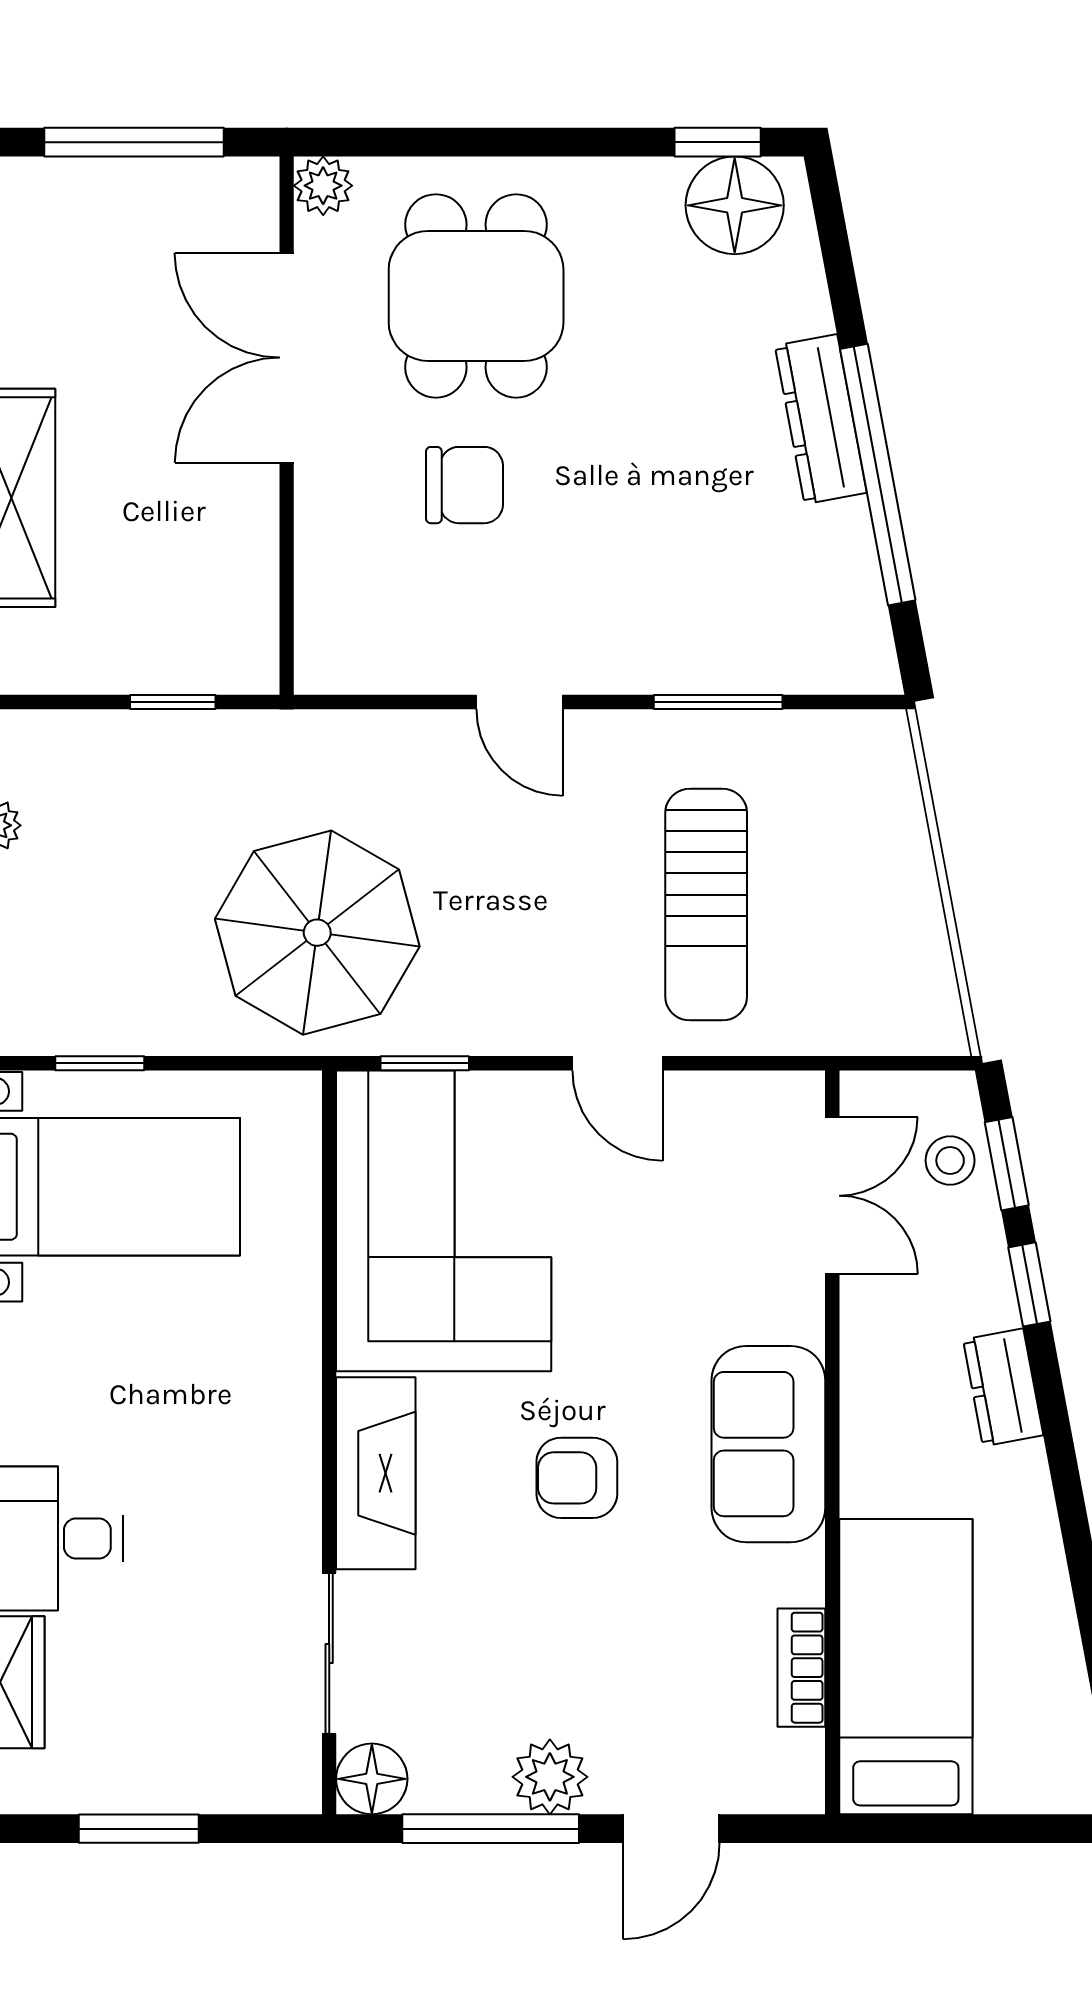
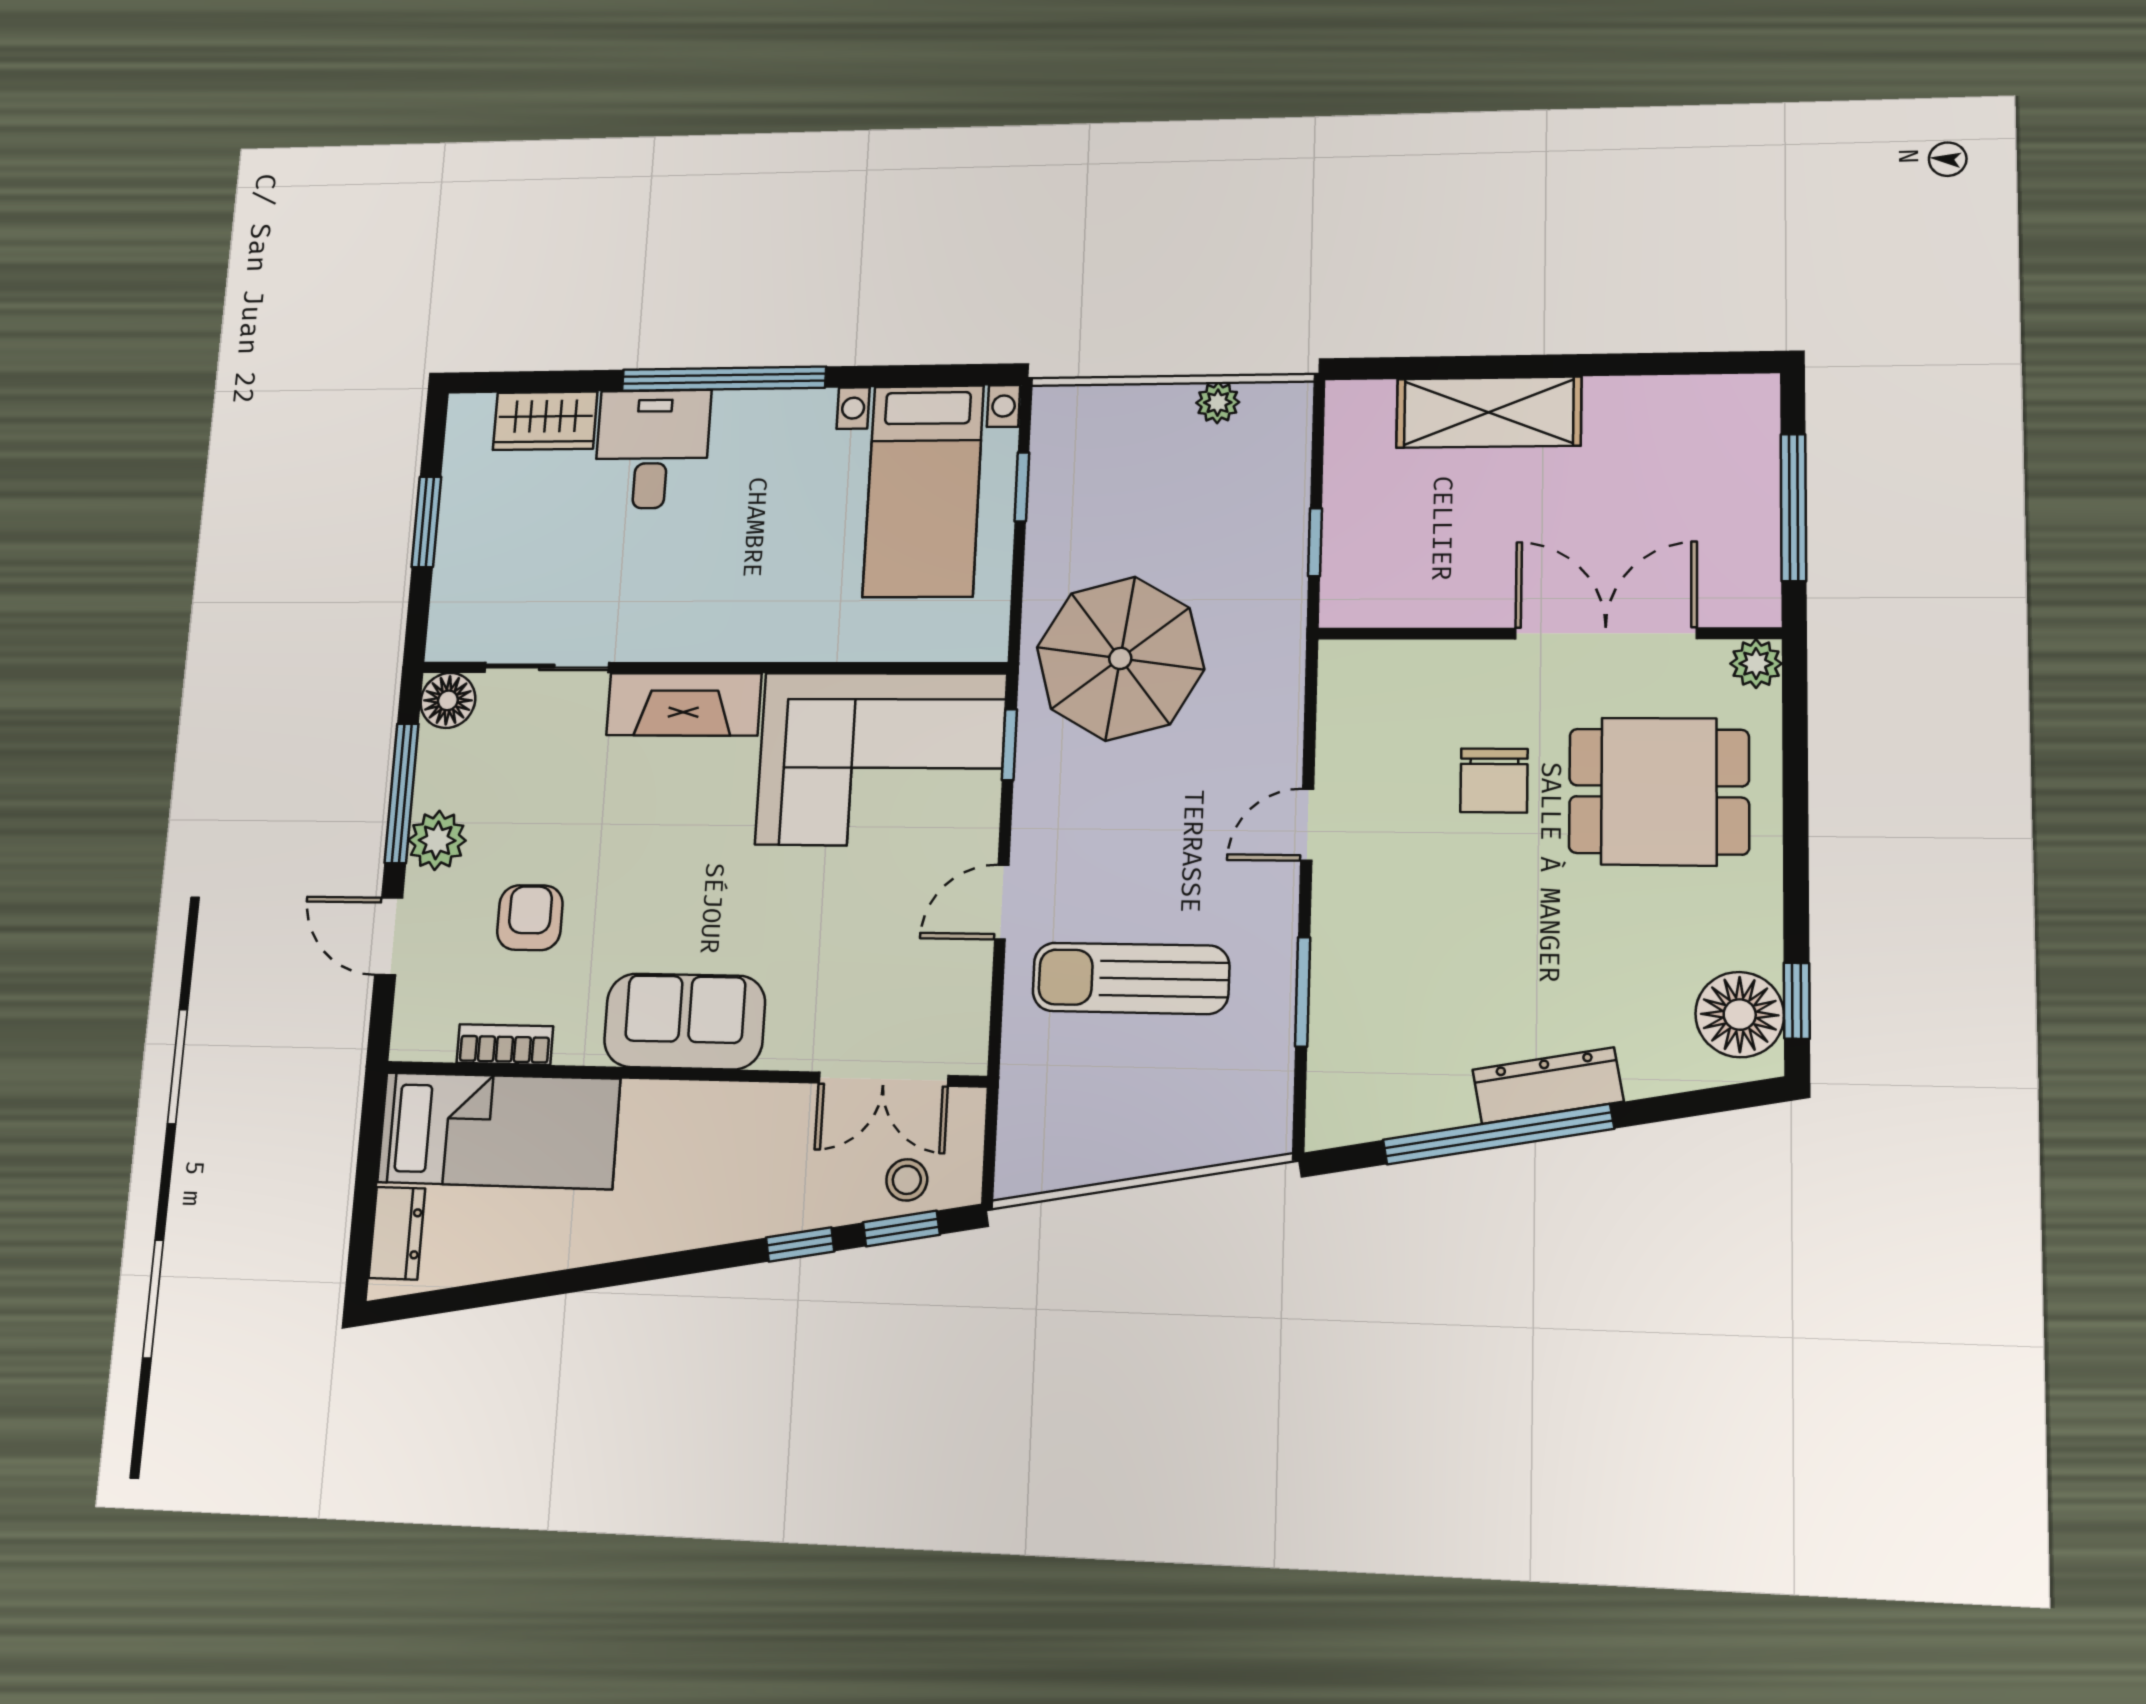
dresser: (1003, 1387) -> (397, 1233), moved, turned 101
armchair: (577, 1478) -> (530, 918), moved

